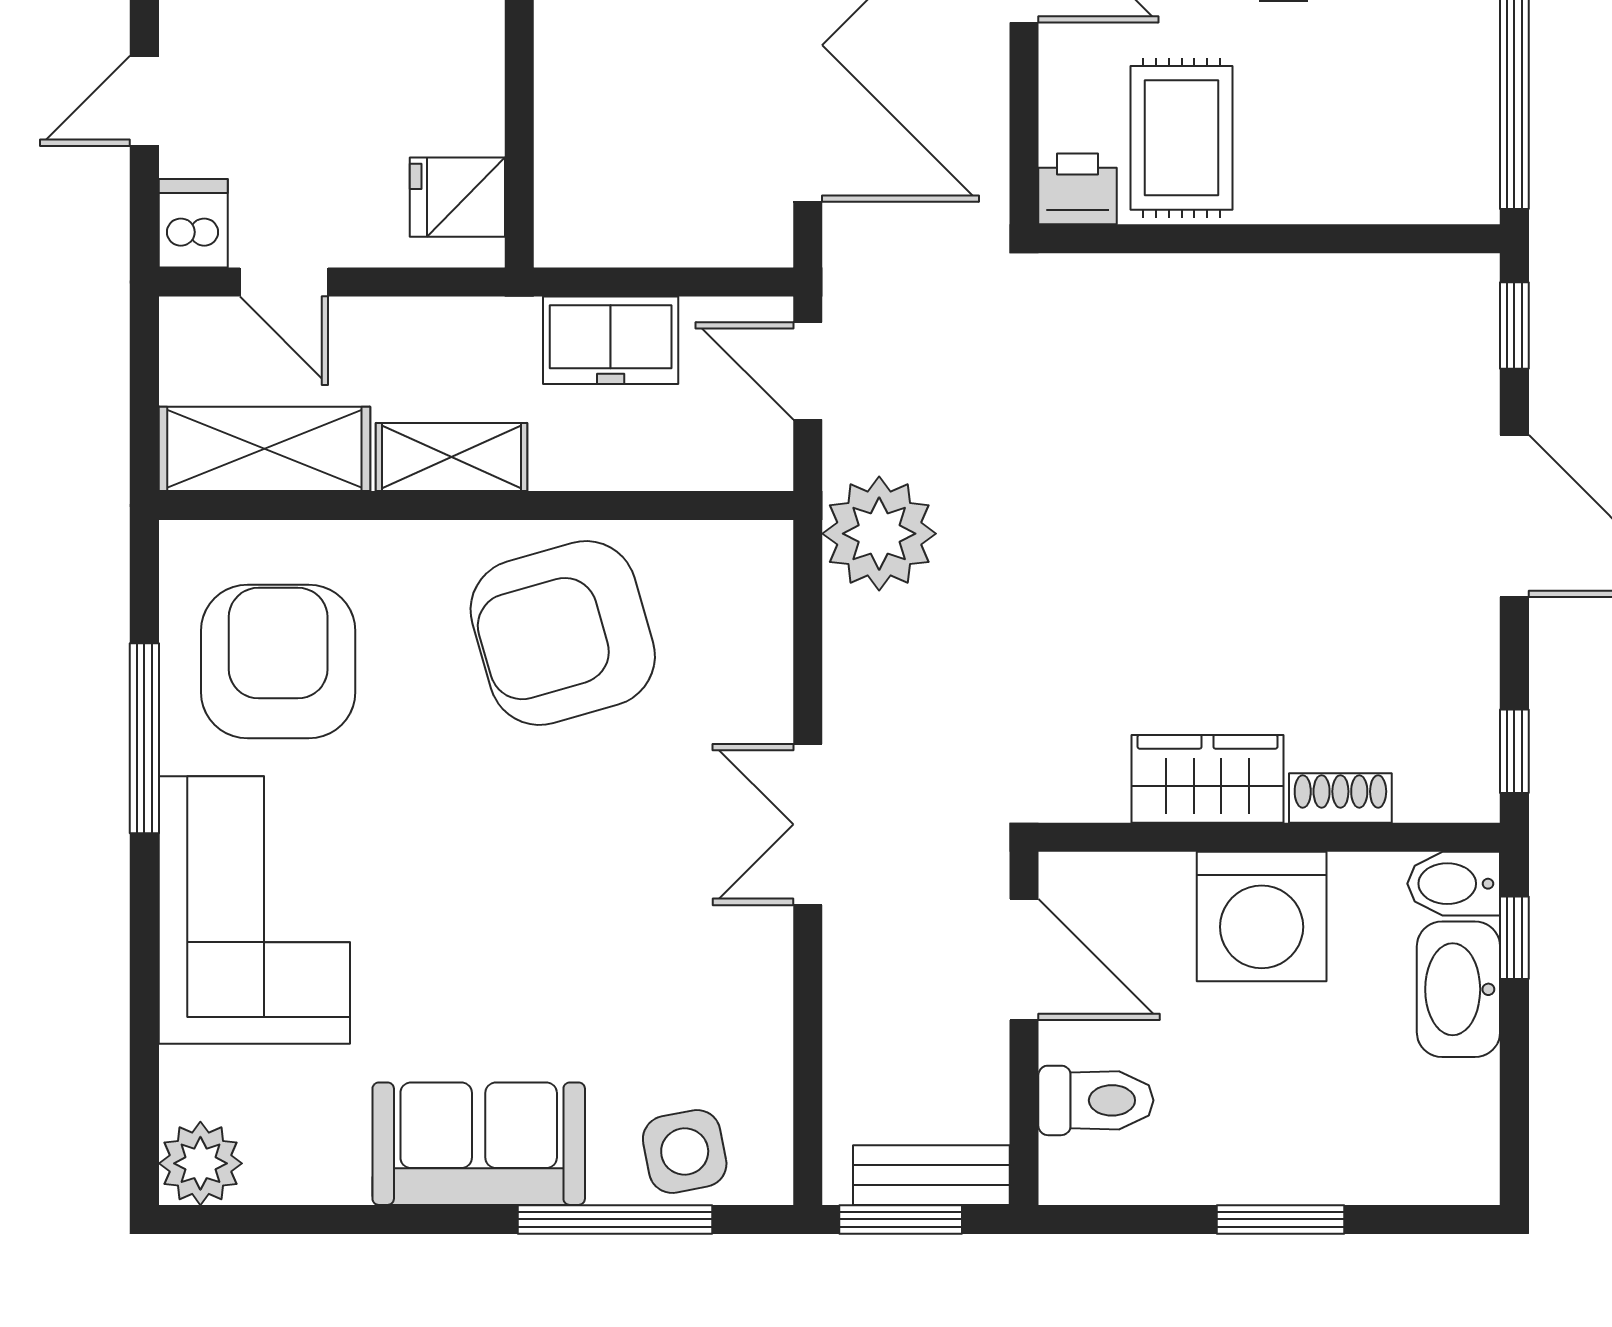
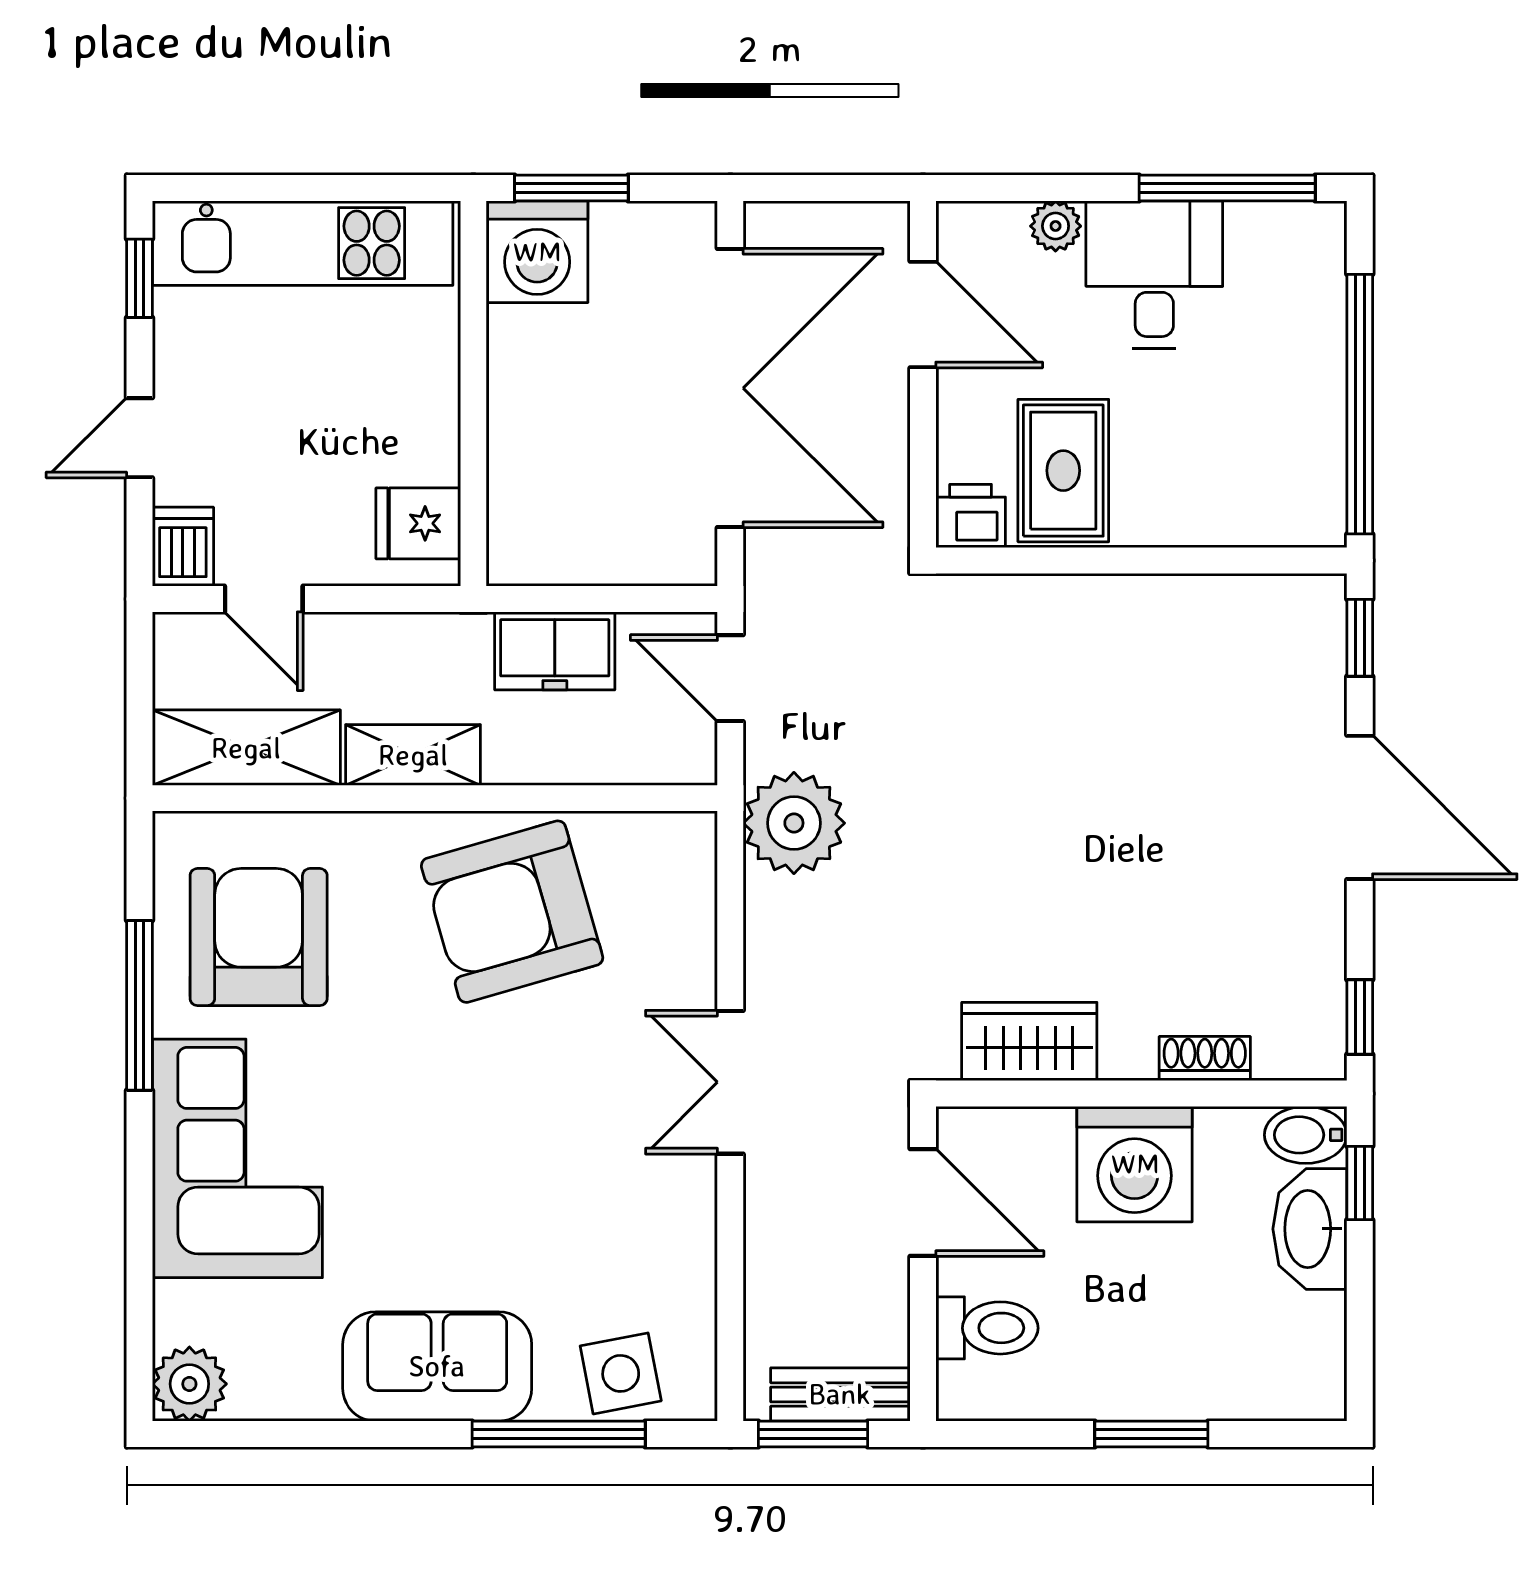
wardrobe: (1208, 779) -> (1029, 1041), moved

